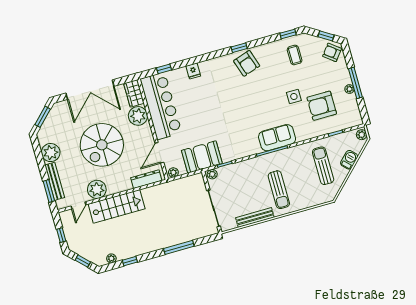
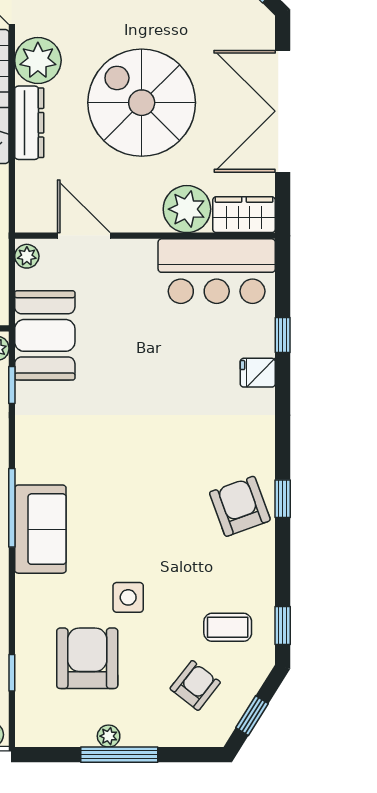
armchair: (332, 52) -> (195, 685), moved
armchair: (247, 63) -> (240, 506), turned 88
window: (164, 69) -> (283, 335), moved
bar counter: (161, 106) -> (217, 271), width x0.73
dresser: (146, 179) -> (29, 123), moved

